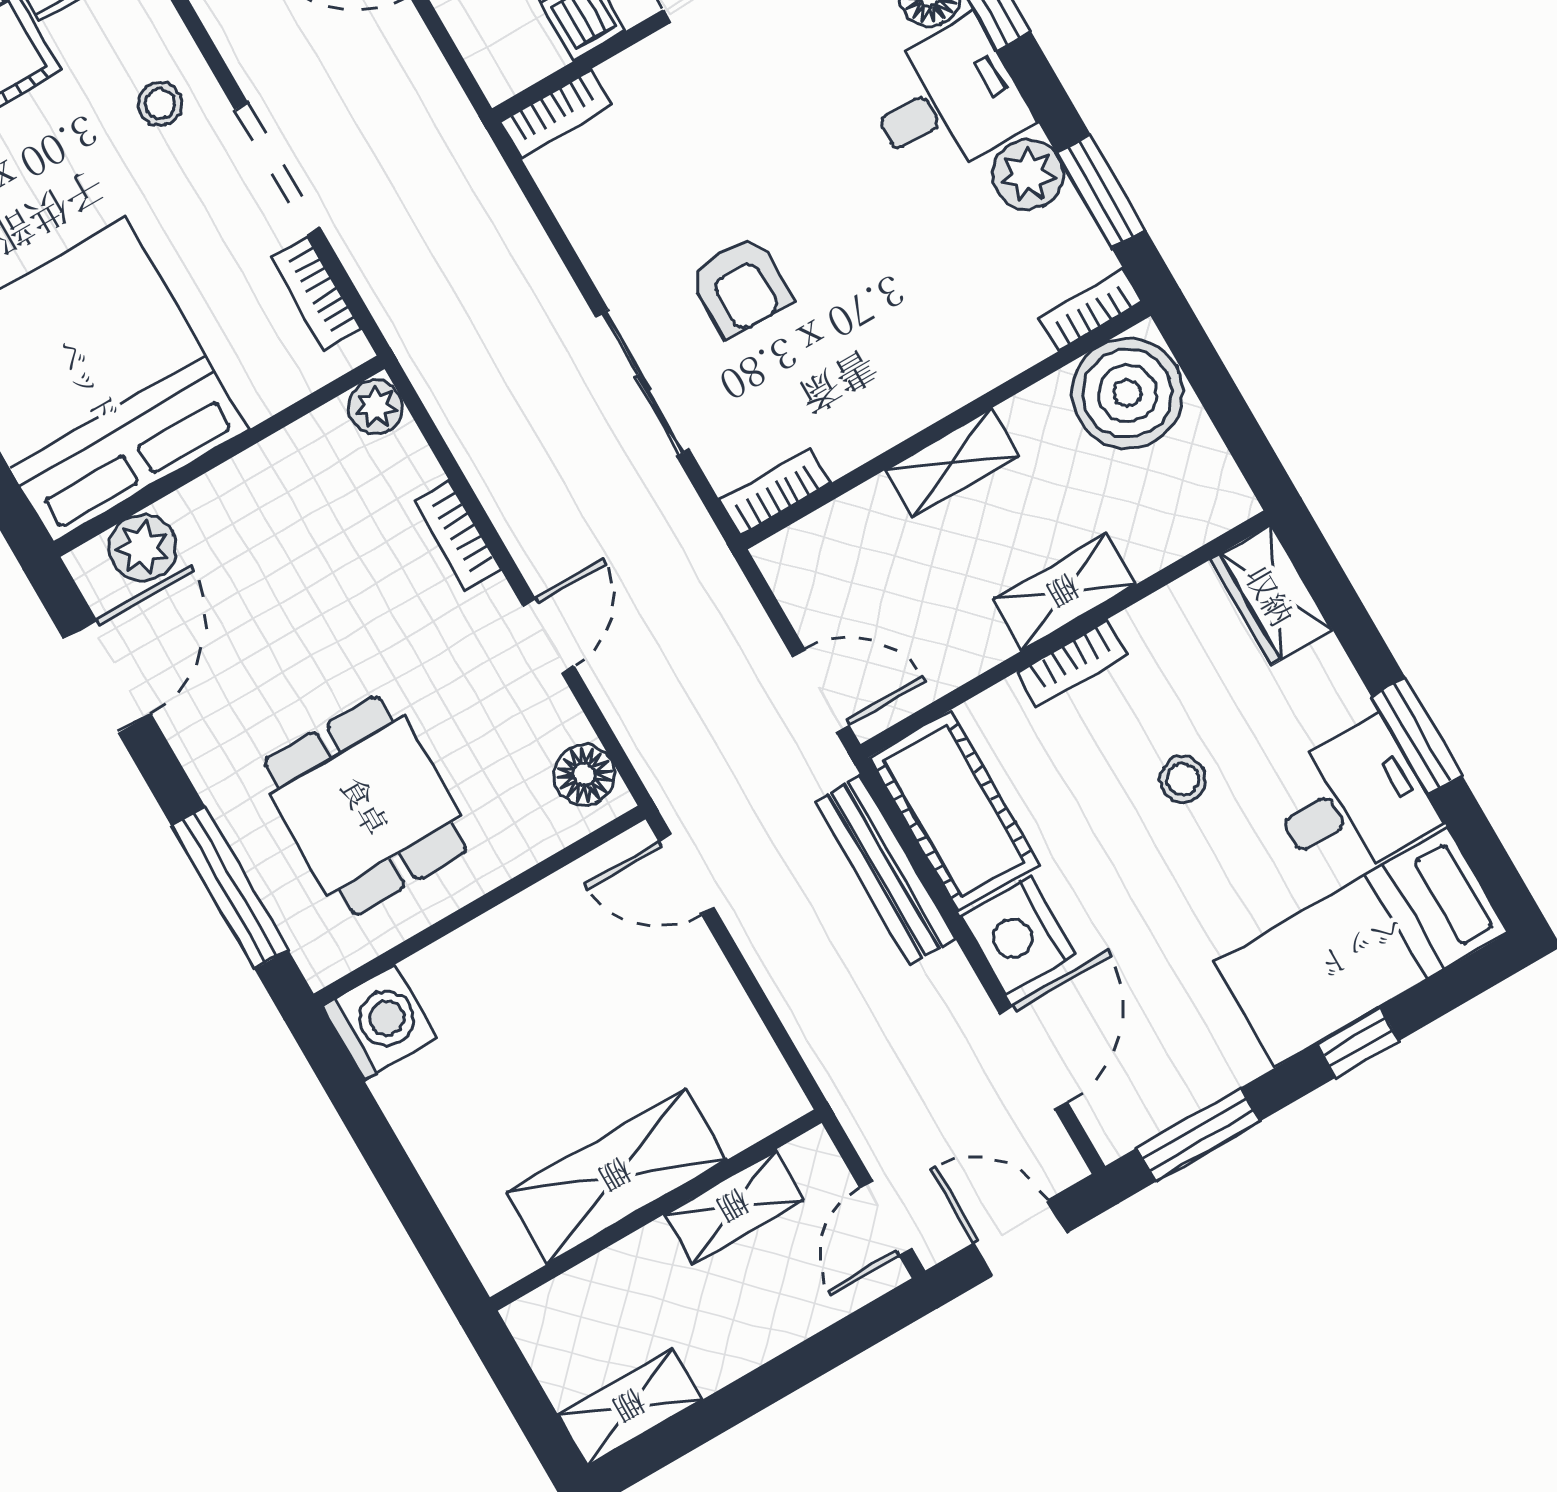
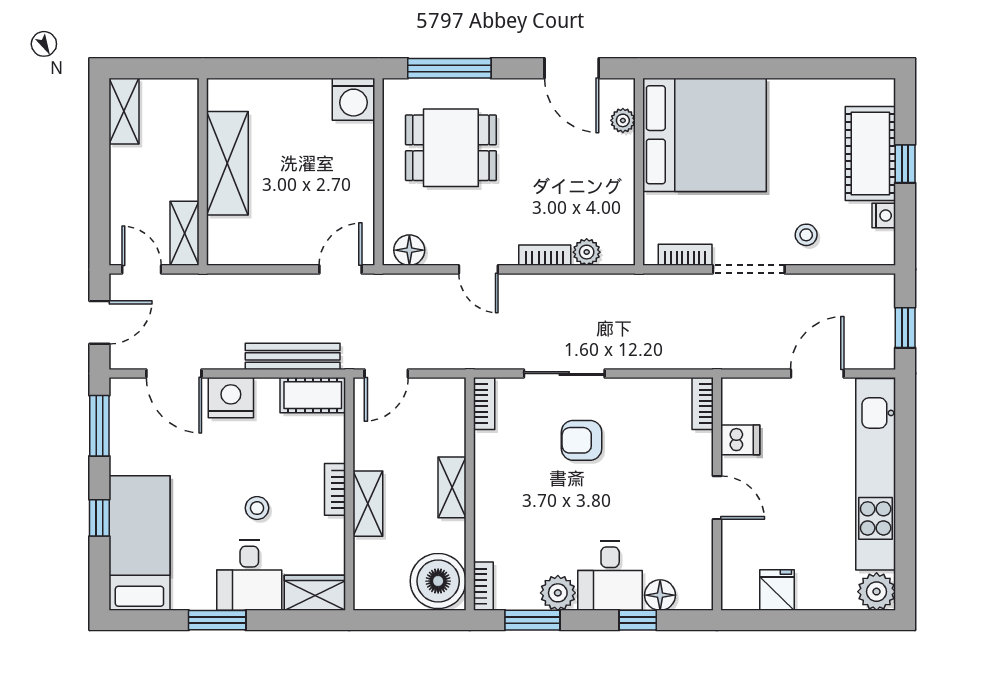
plant: (376, 407) -> (587, 252), moved
plant: (143, 548) -> (623, 120), width x0.73, depth x0.73
desk: (1352, 802) -> (249, 575), moved
cot: (954, 811) -> (313, 395), width x0.73, depth x0.75
shelving: (734, 1207) -> (184, 233), moved

